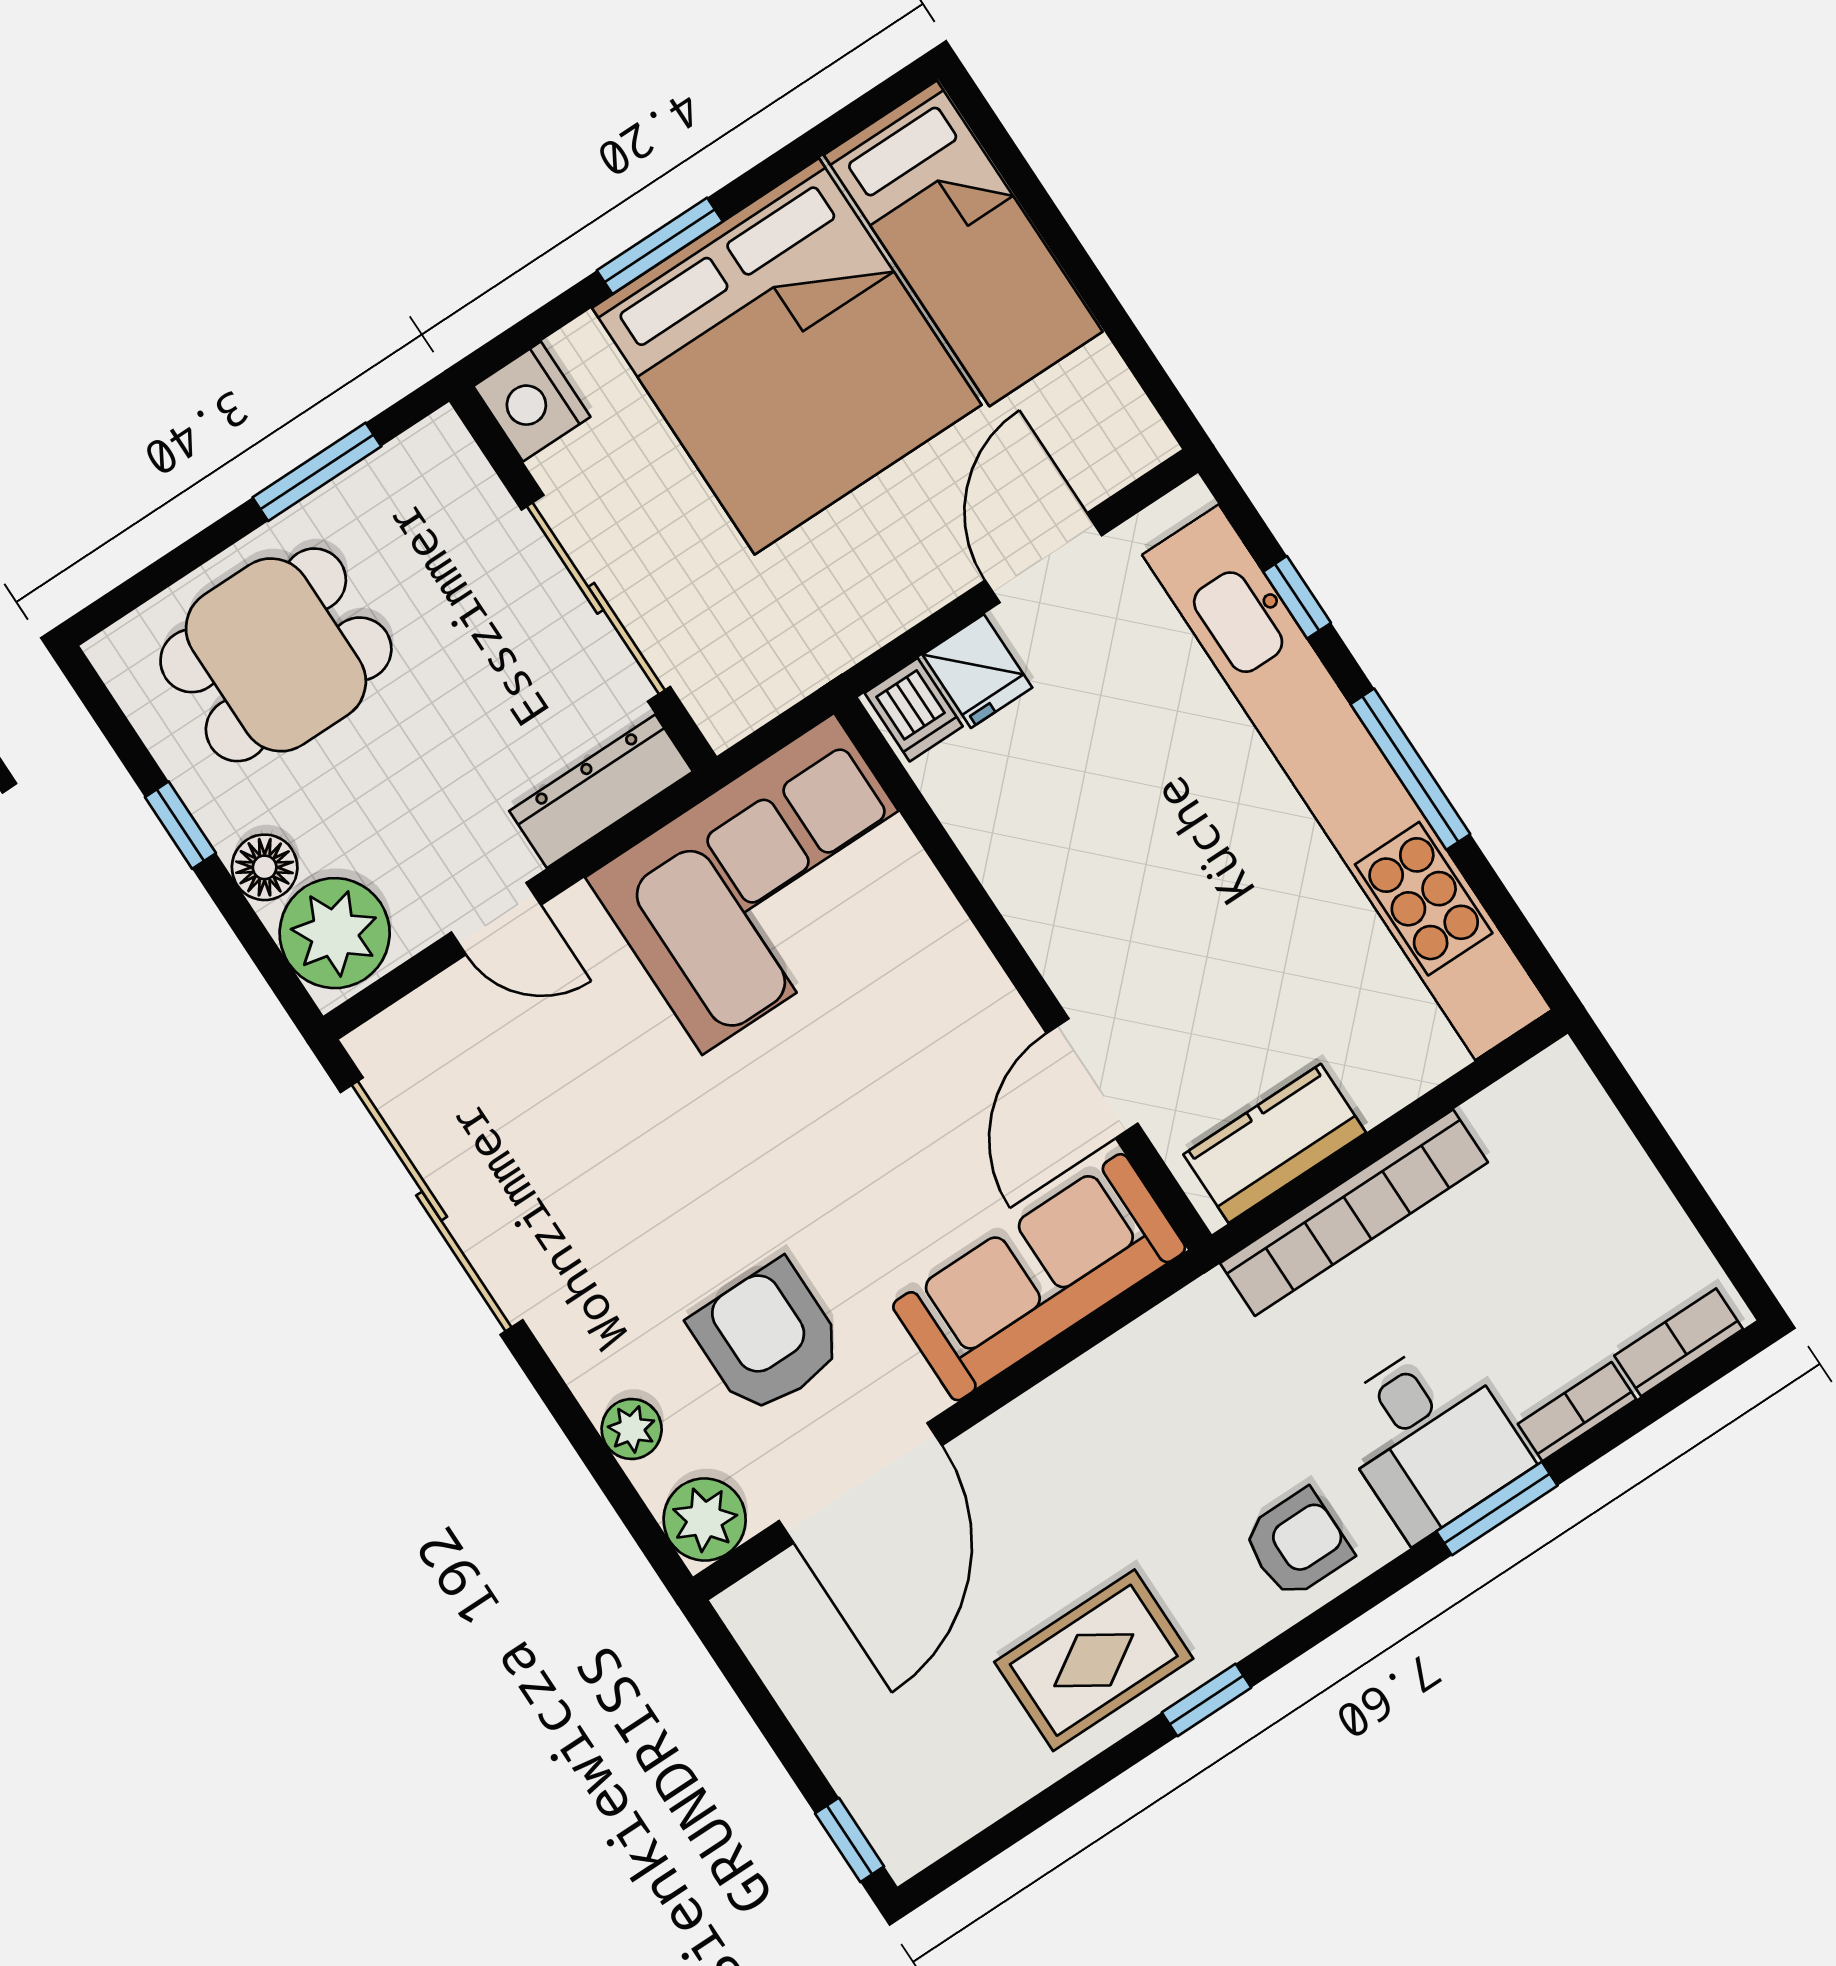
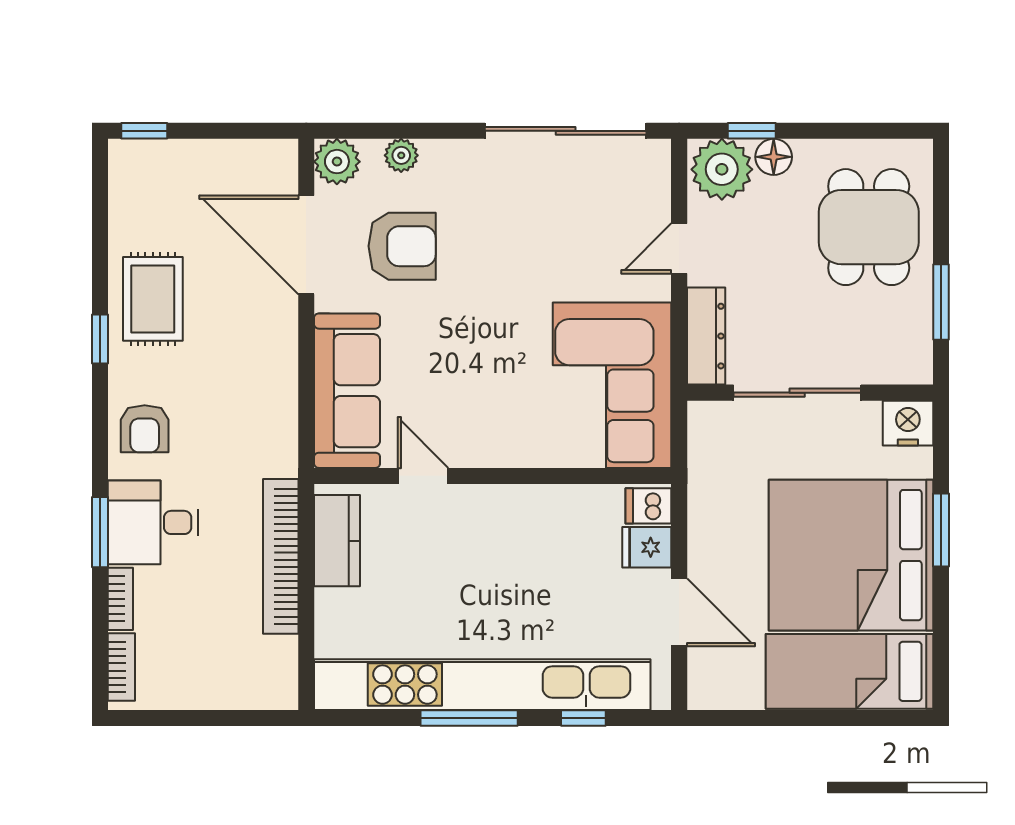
window: (180, 825) -> (752, 131), moved
door: (1092, 1078) -> (423, 476), width x0.73

